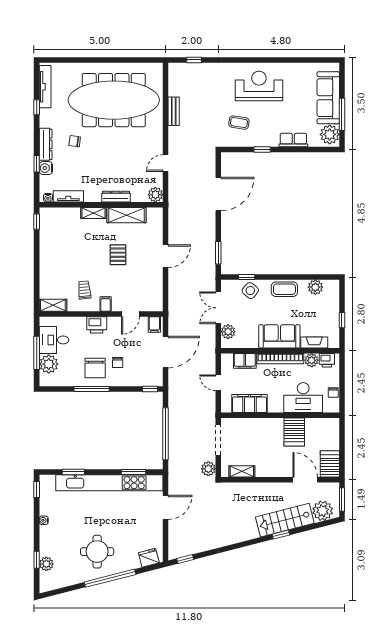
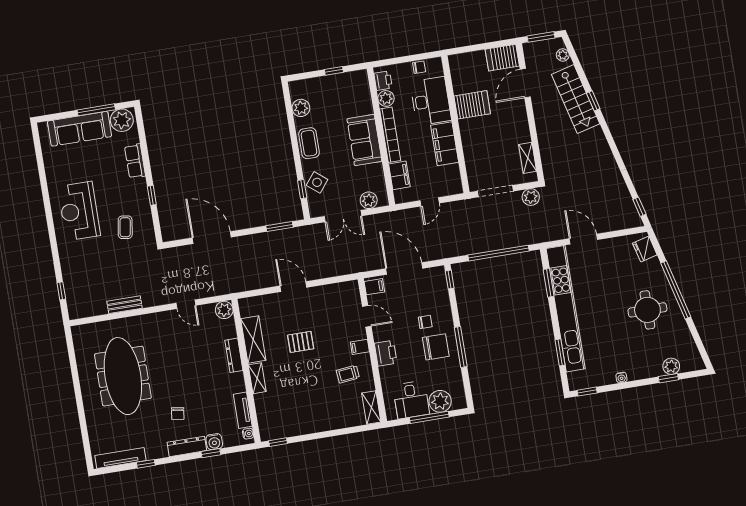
meeting table: (114, 100) -> (123, 376), width x0.73, depth x0.79
fireplace: (314, 342) -> (365, 99), removed
filing cabinet: (250, 403) -> (445, 144), moved
plant: (323, 511) -> (563, 55), width x0.53, depth x0.53

